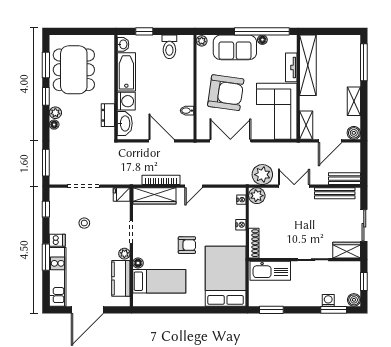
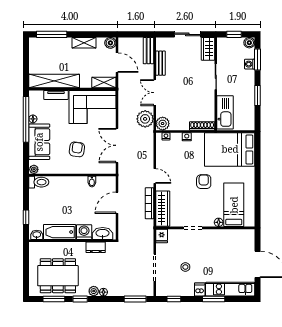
toilet: (169, 47) -> (39, 182), moved
armchair: (226, 93) -> (77, 149), width x0.53, depth x0.53
bench: (335, 193) -> (161, 63), width x0.73
plant: (124, 254) -> (211, 234), removed
kitchen counter: (121, 278) -> (231, 237), removed
window: (271, 310) -> (258, 96), moved

